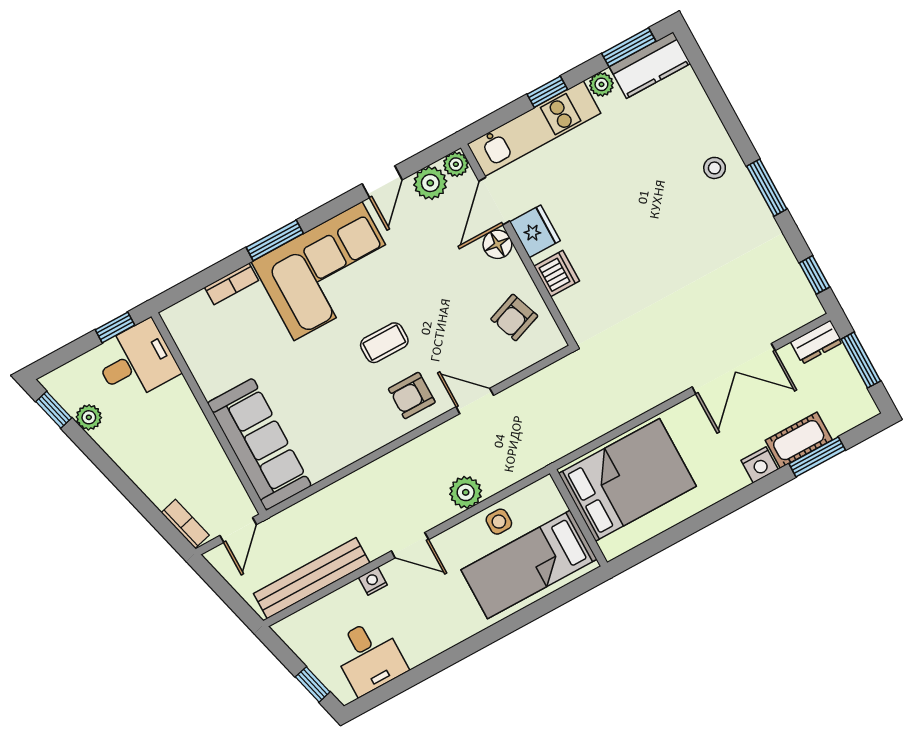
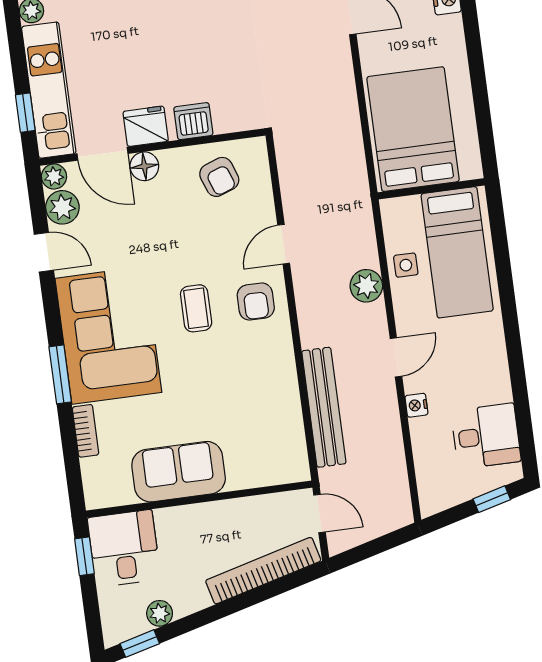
window: (547, 92) -> (25, 113), moved
sofa: (259, 444) -> (179, 472), moved, width x0.73
bookcase: (185, 524) -> (263, 571), width x2.31, depth x1.31
bench: (312, 578) -> (324, 407), moved

